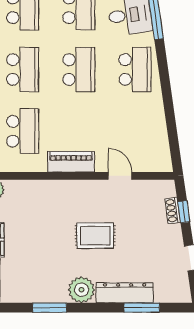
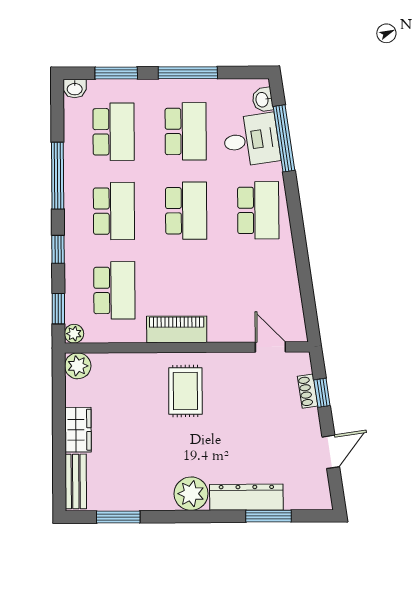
door: (120, 176) -> (270, 347), moved
rug: (95, 236) -> (185, 391), moved, turned 90
window: (50, 308) -> (118, 517), moved

